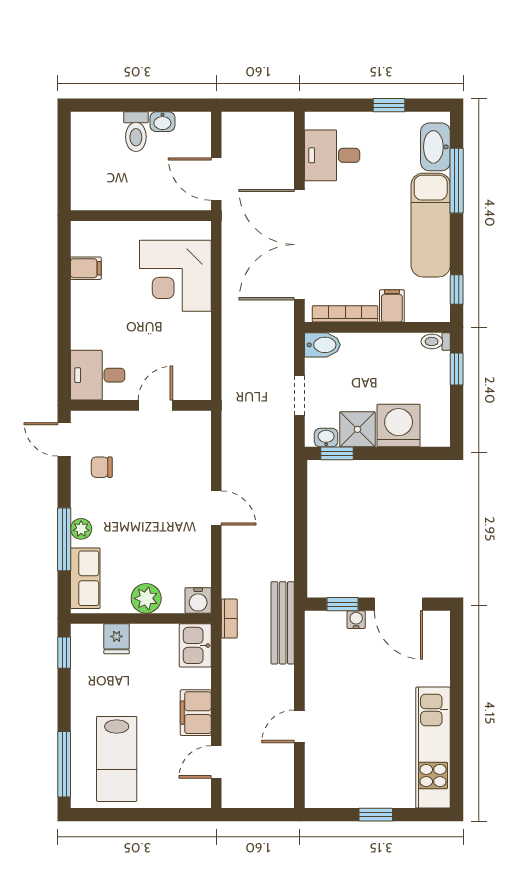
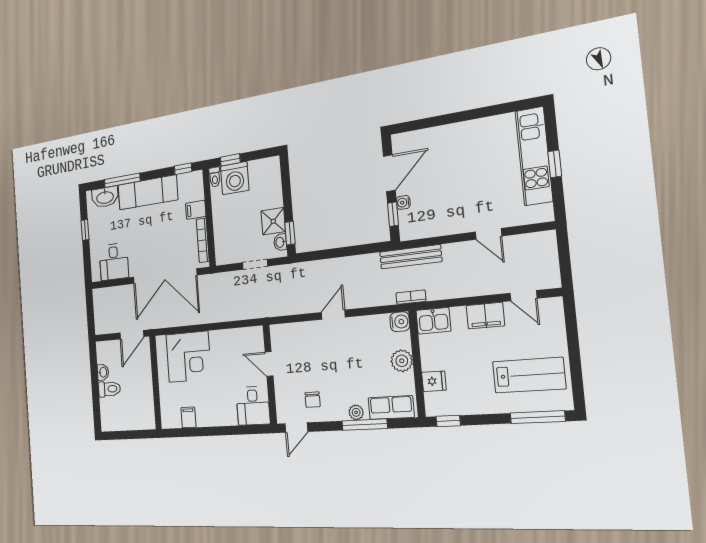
bidet: (322, 345) -> (222, 253), removed
washing machine: (399, 426) -> (235, 178), moved, turned -90
kitchen unit: (433, 748) -> (534, 156), moved, turned 90

